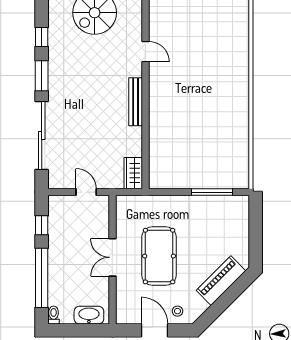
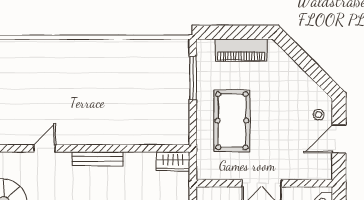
pool table: (159, 256) -> (232, 121), moved, turned 90
piano: (221, 281) -> (241, 50), moved, turned -45

